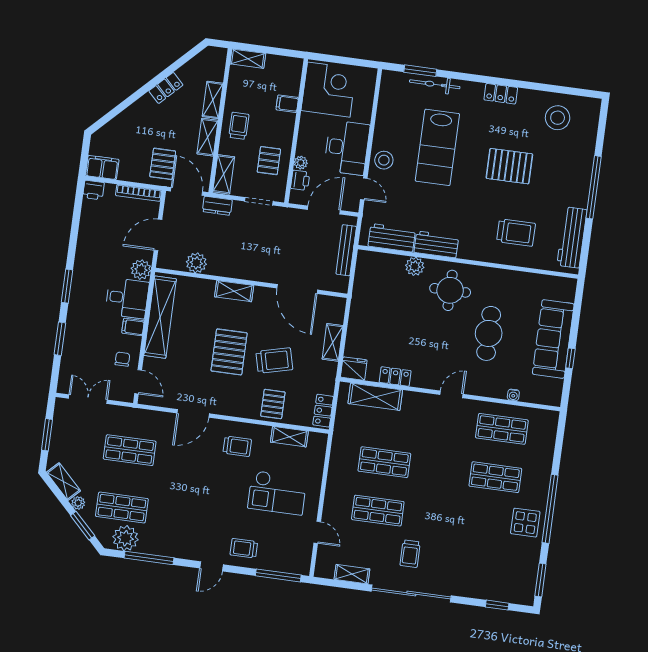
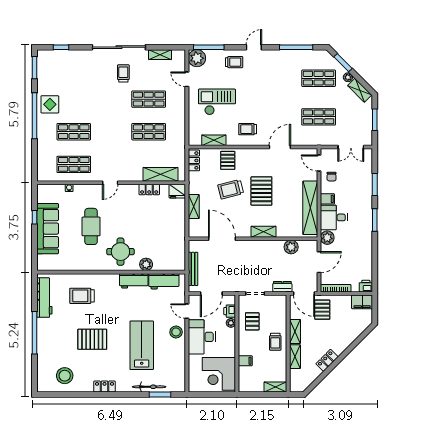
shelving: (224, 174) -> (281, 308), removed
plant: (125, 538) -> (197, 58), moved

